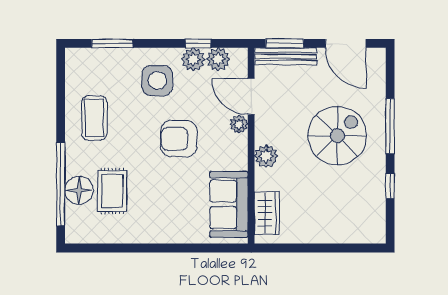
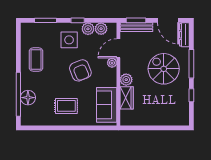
window: (198, 43) -> (78, 20), moved
dresser: (377, 71) -> (184, 35), added
door: (251, 97) -> (118, 48), hinge flipped
spiral stairs: (337, 136) -> (164, 69), turned -90
armchair: (179, 139) -> (80, 70), turned -112
rug: (112, 191) -> (66, 106), moved, turned 90
wardrobe: (267, 213) -> (127, 98), moved

